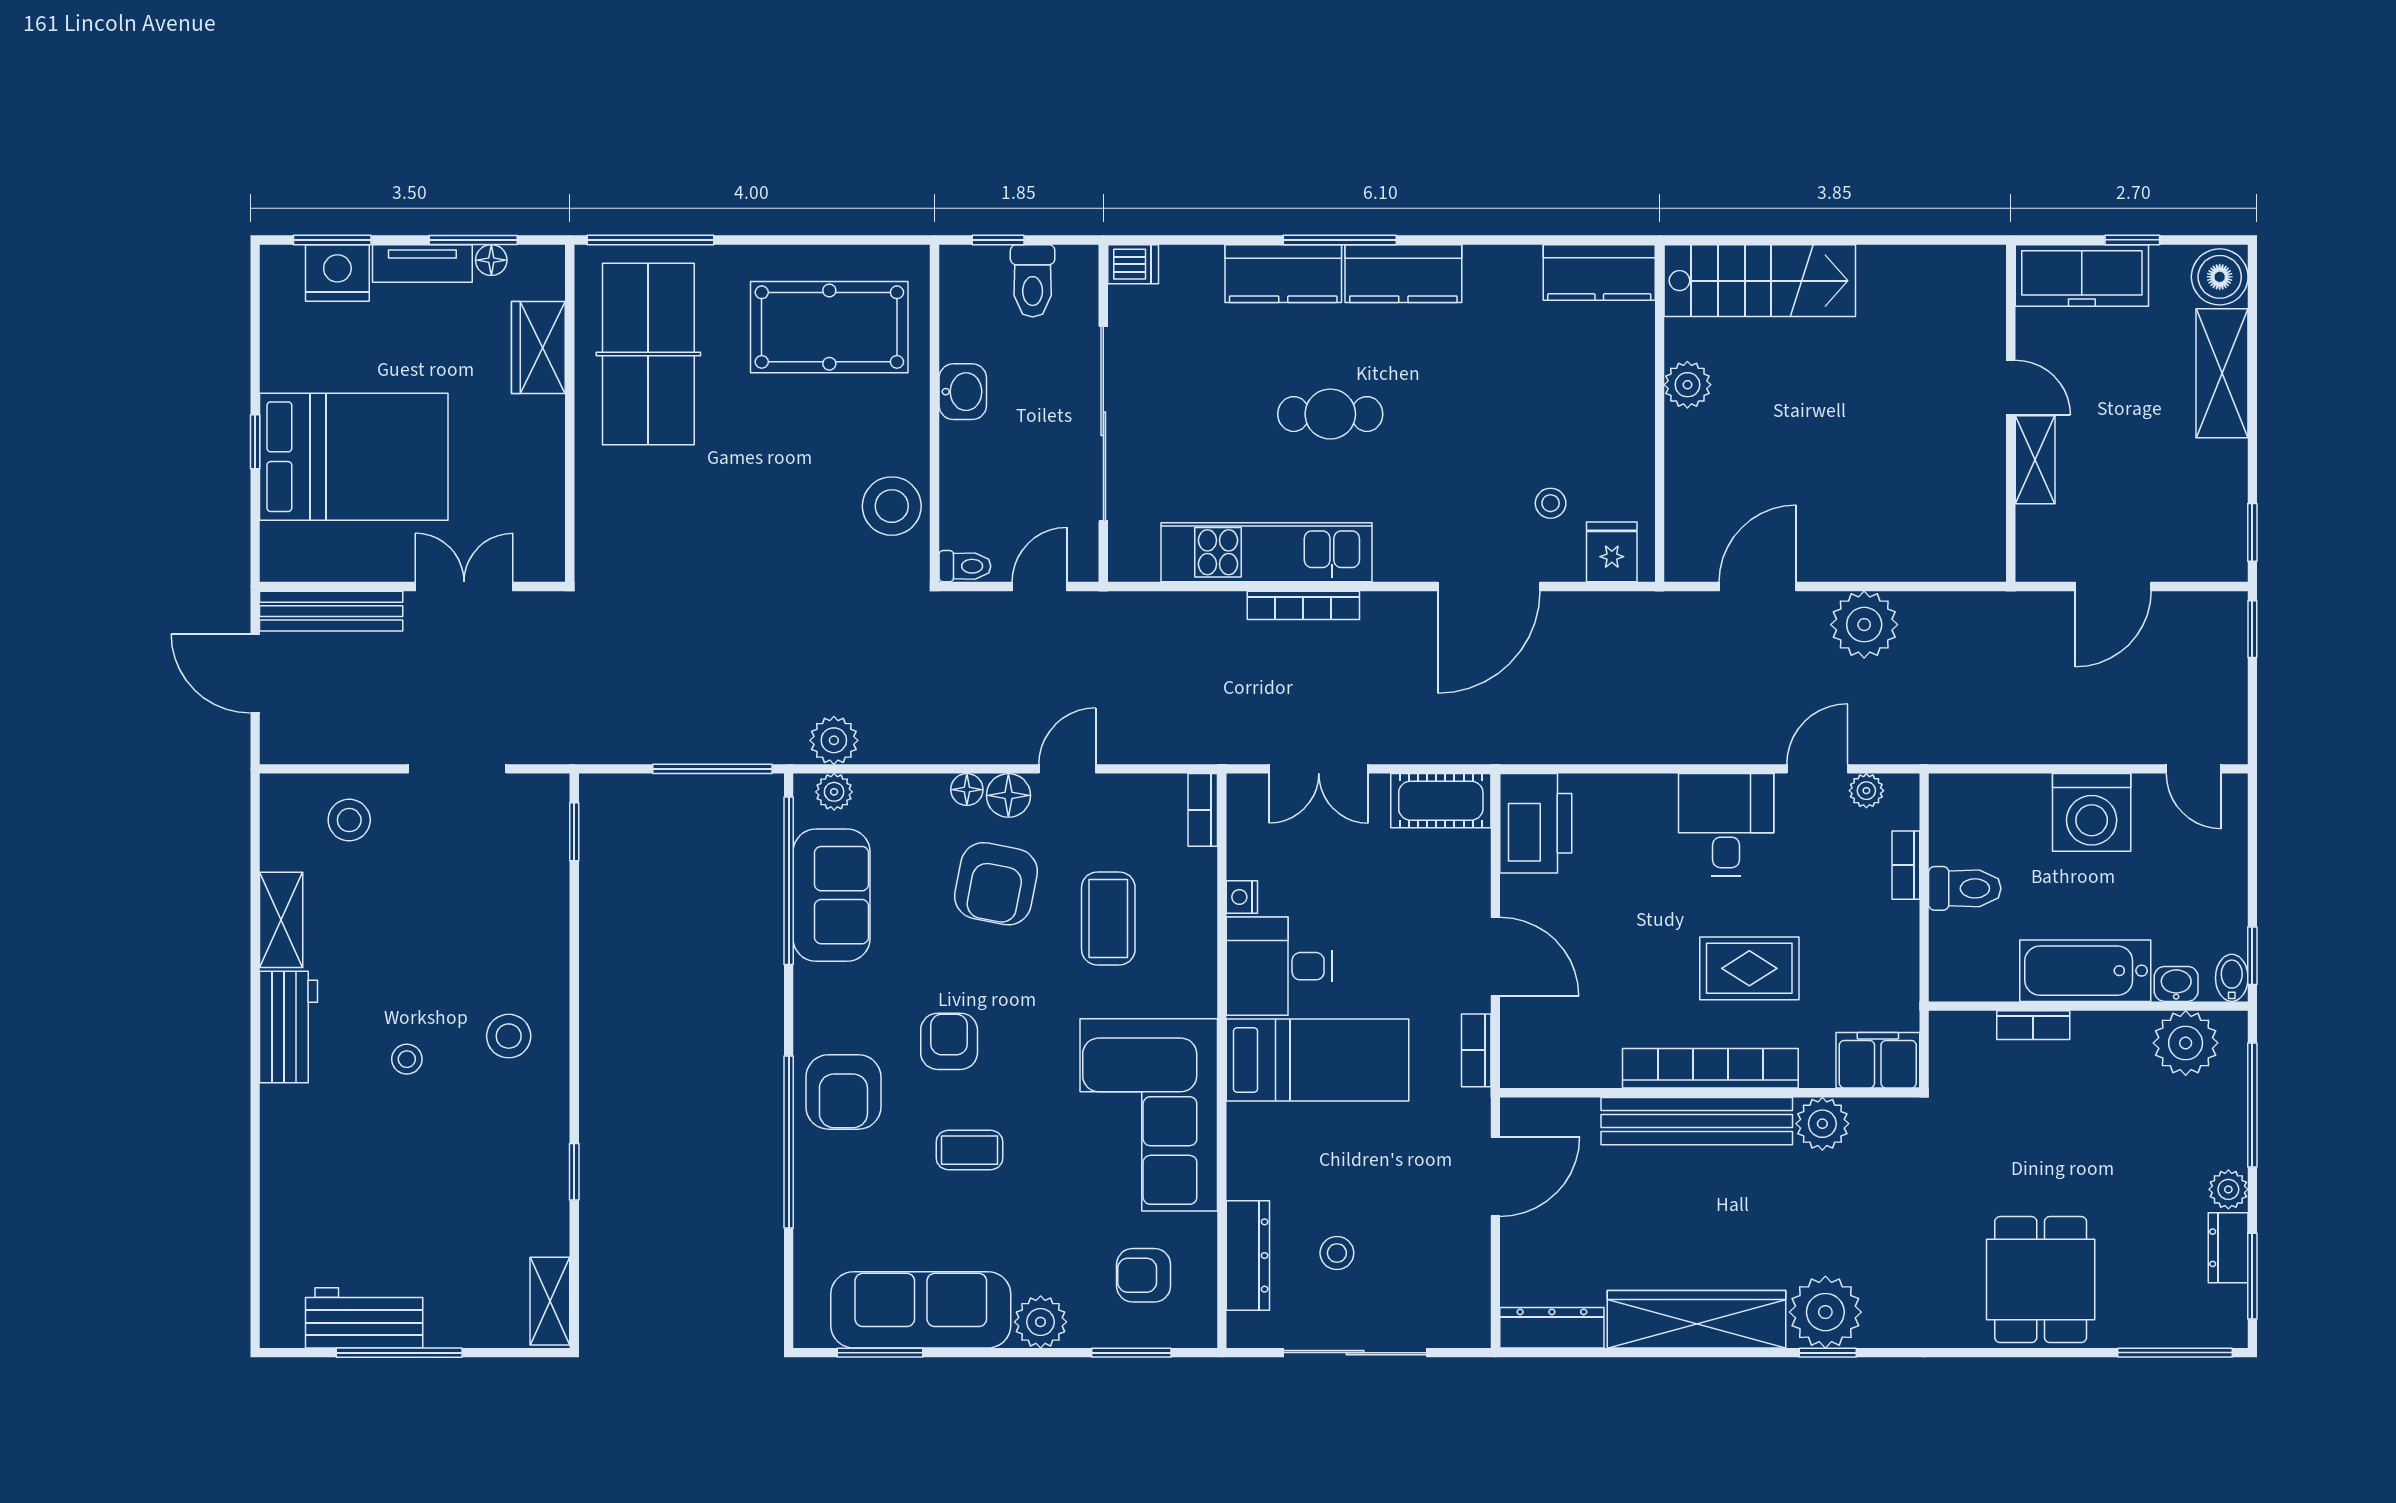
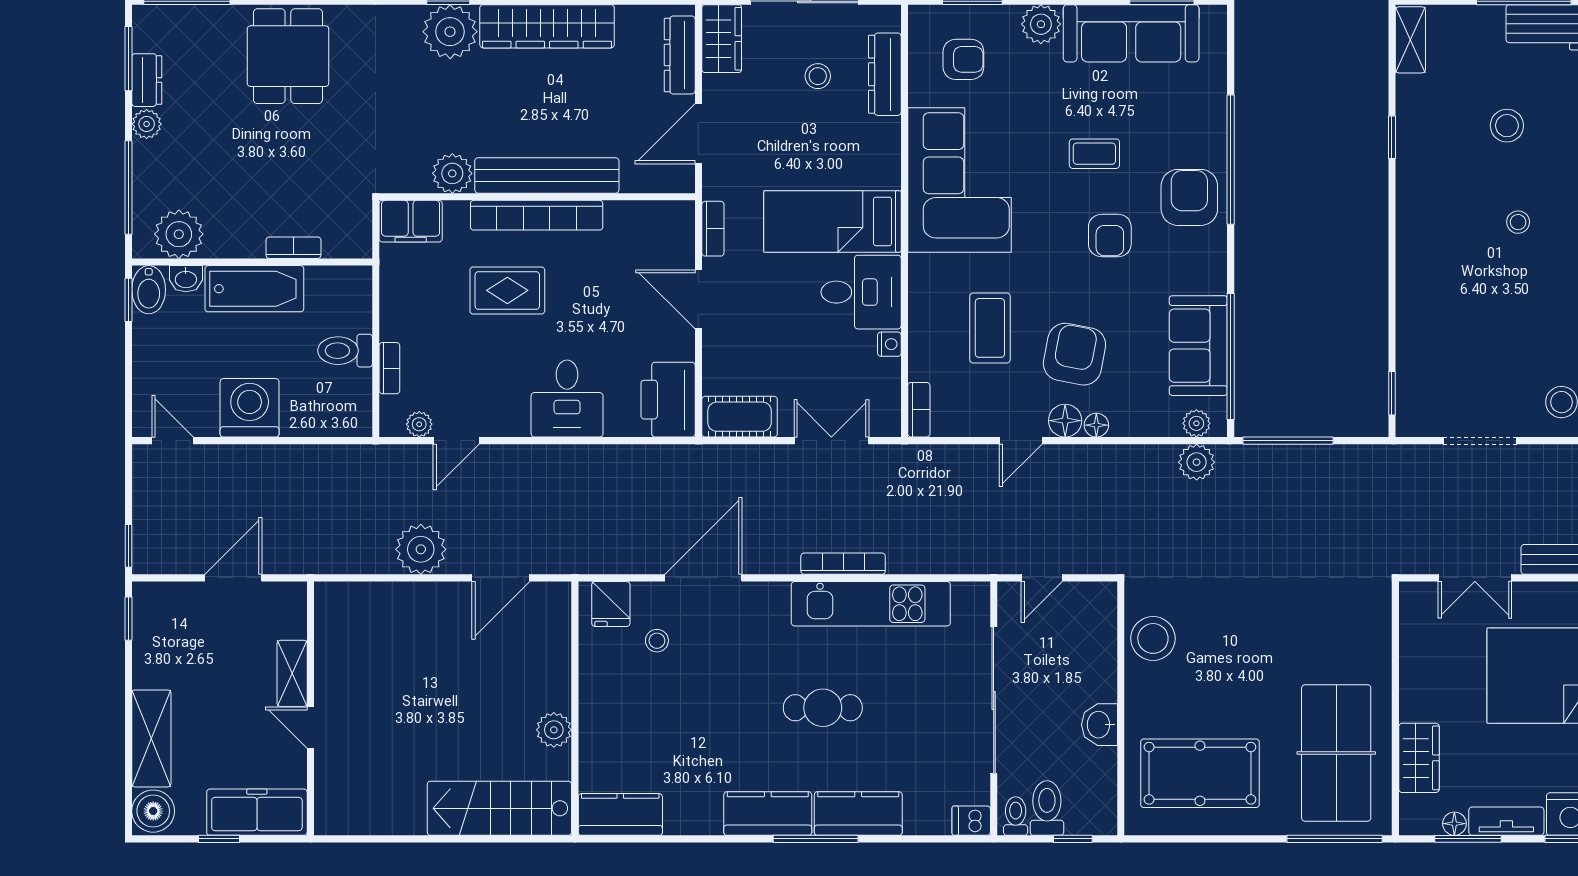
toilet: (965, 566) -> (1016, 816), moved, turned 90
desk: (1726, 825) -> (567, 399), moved
bidet: (2232, 978) -> (149, 290), width x1.38, depth x1.36
stool: (509, 1036) -> (1507, 126), moved
wardrobe: (1465, 1303) -> (722, 39), added
dresser: (1552, 1328) -> (680, 55), moved, turned 90

